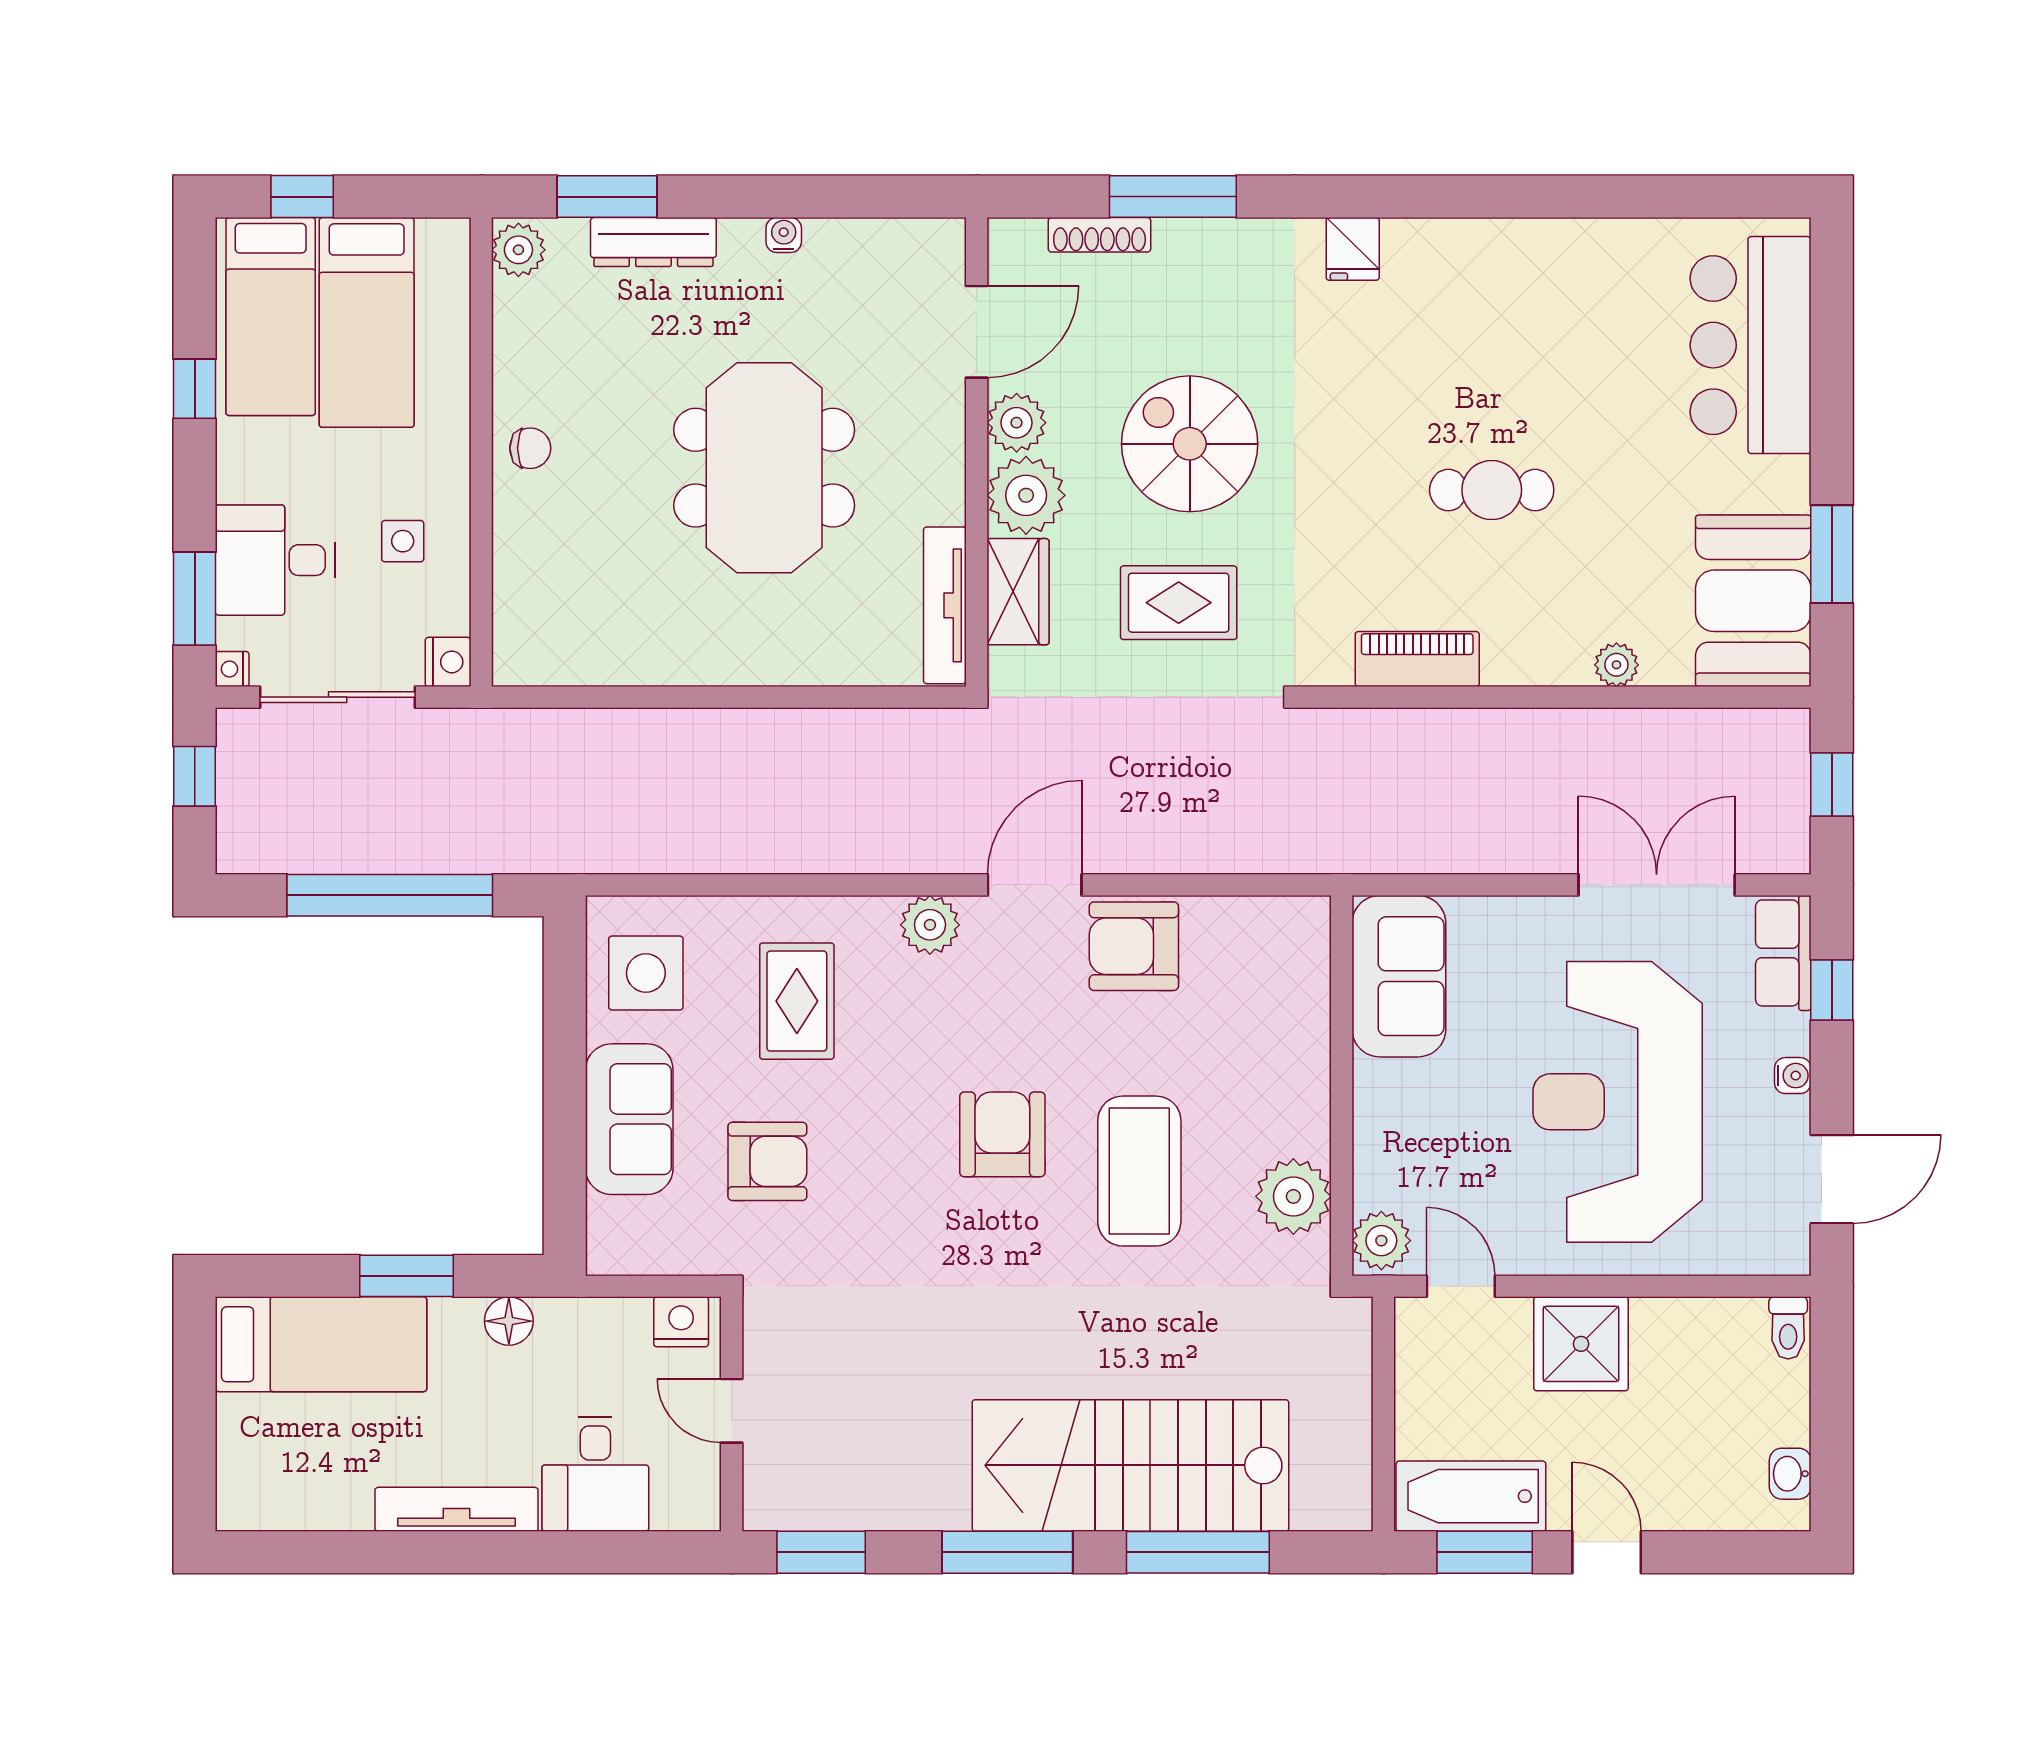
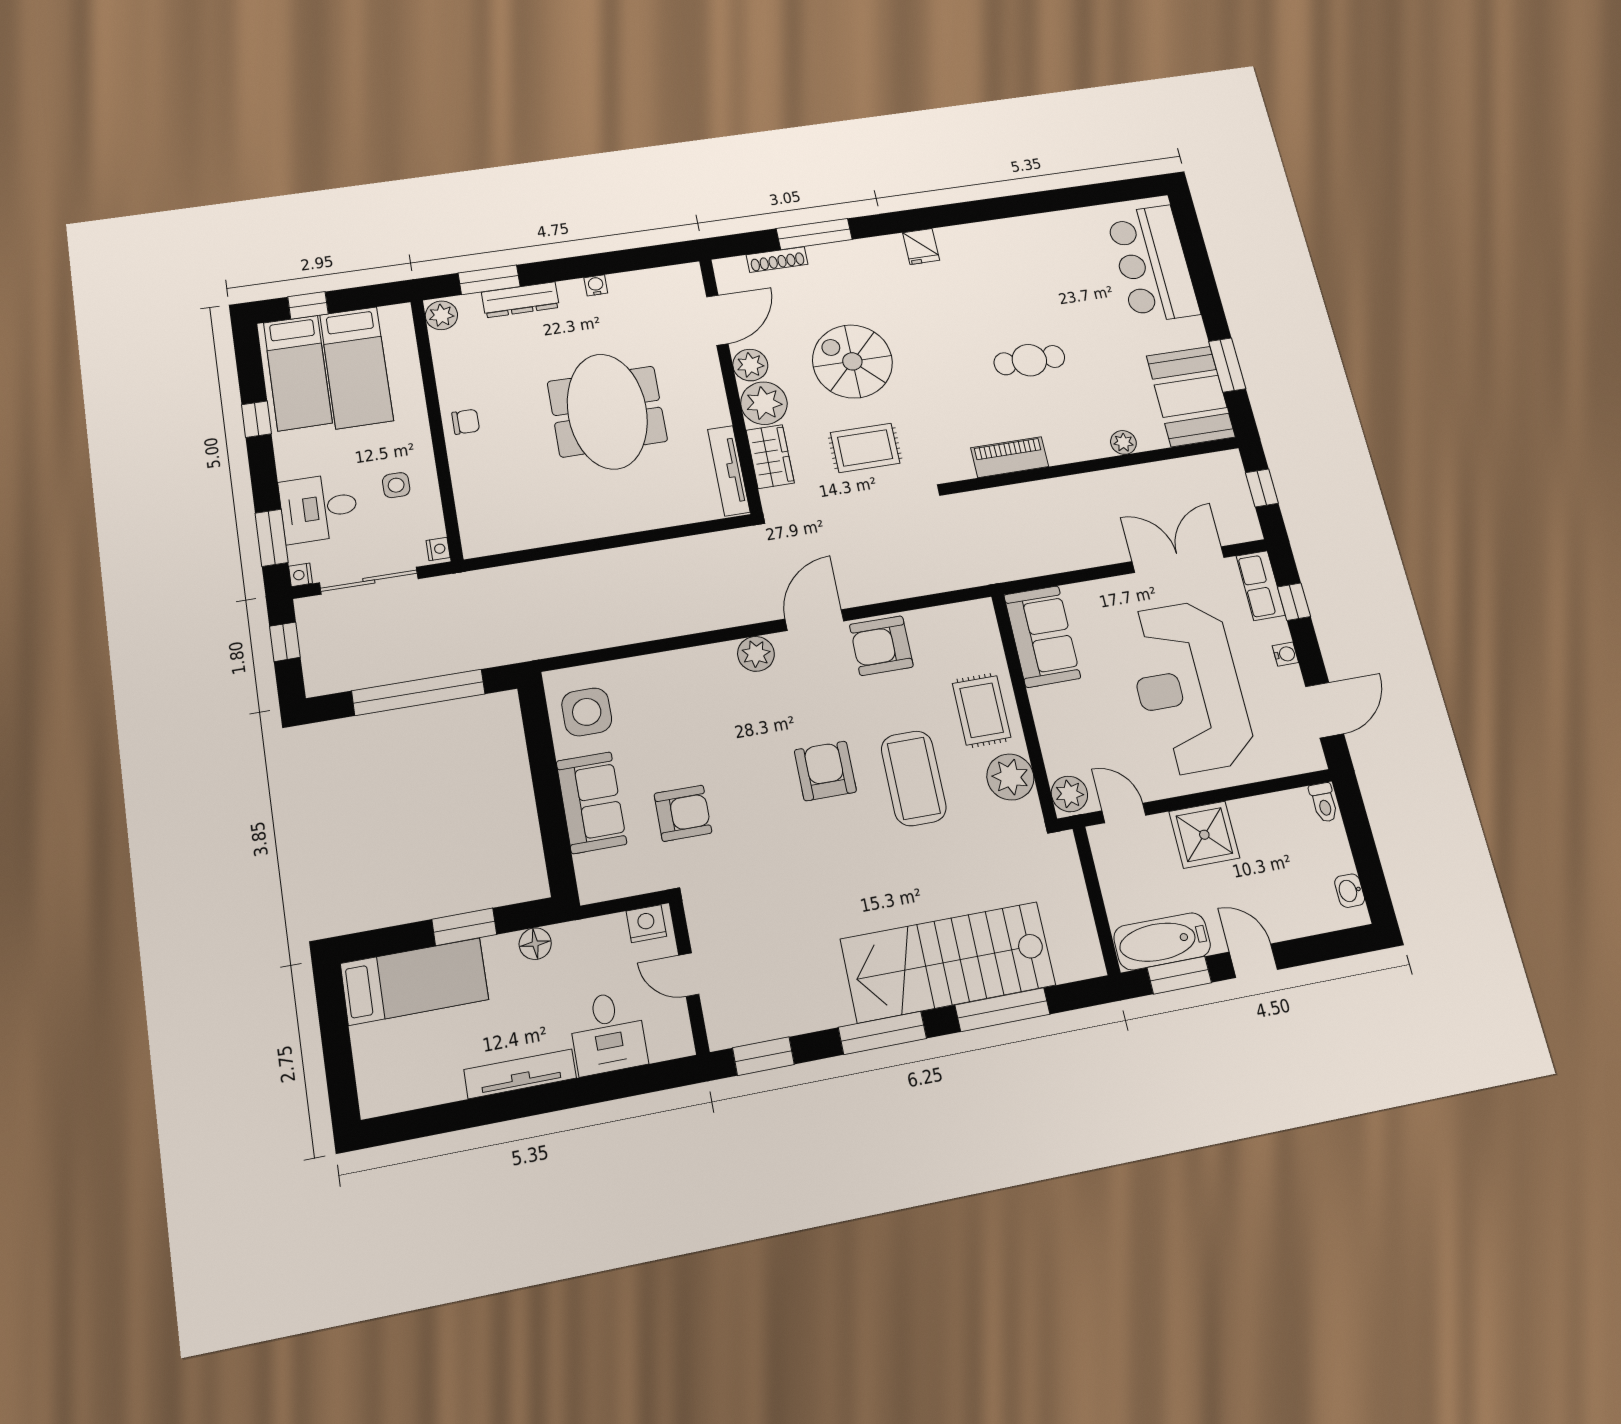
nightstand: (448, 662) -> (438, 549), width x0.72, depth x0.74
rug: (797, 1001) -> (982, 710), moved

